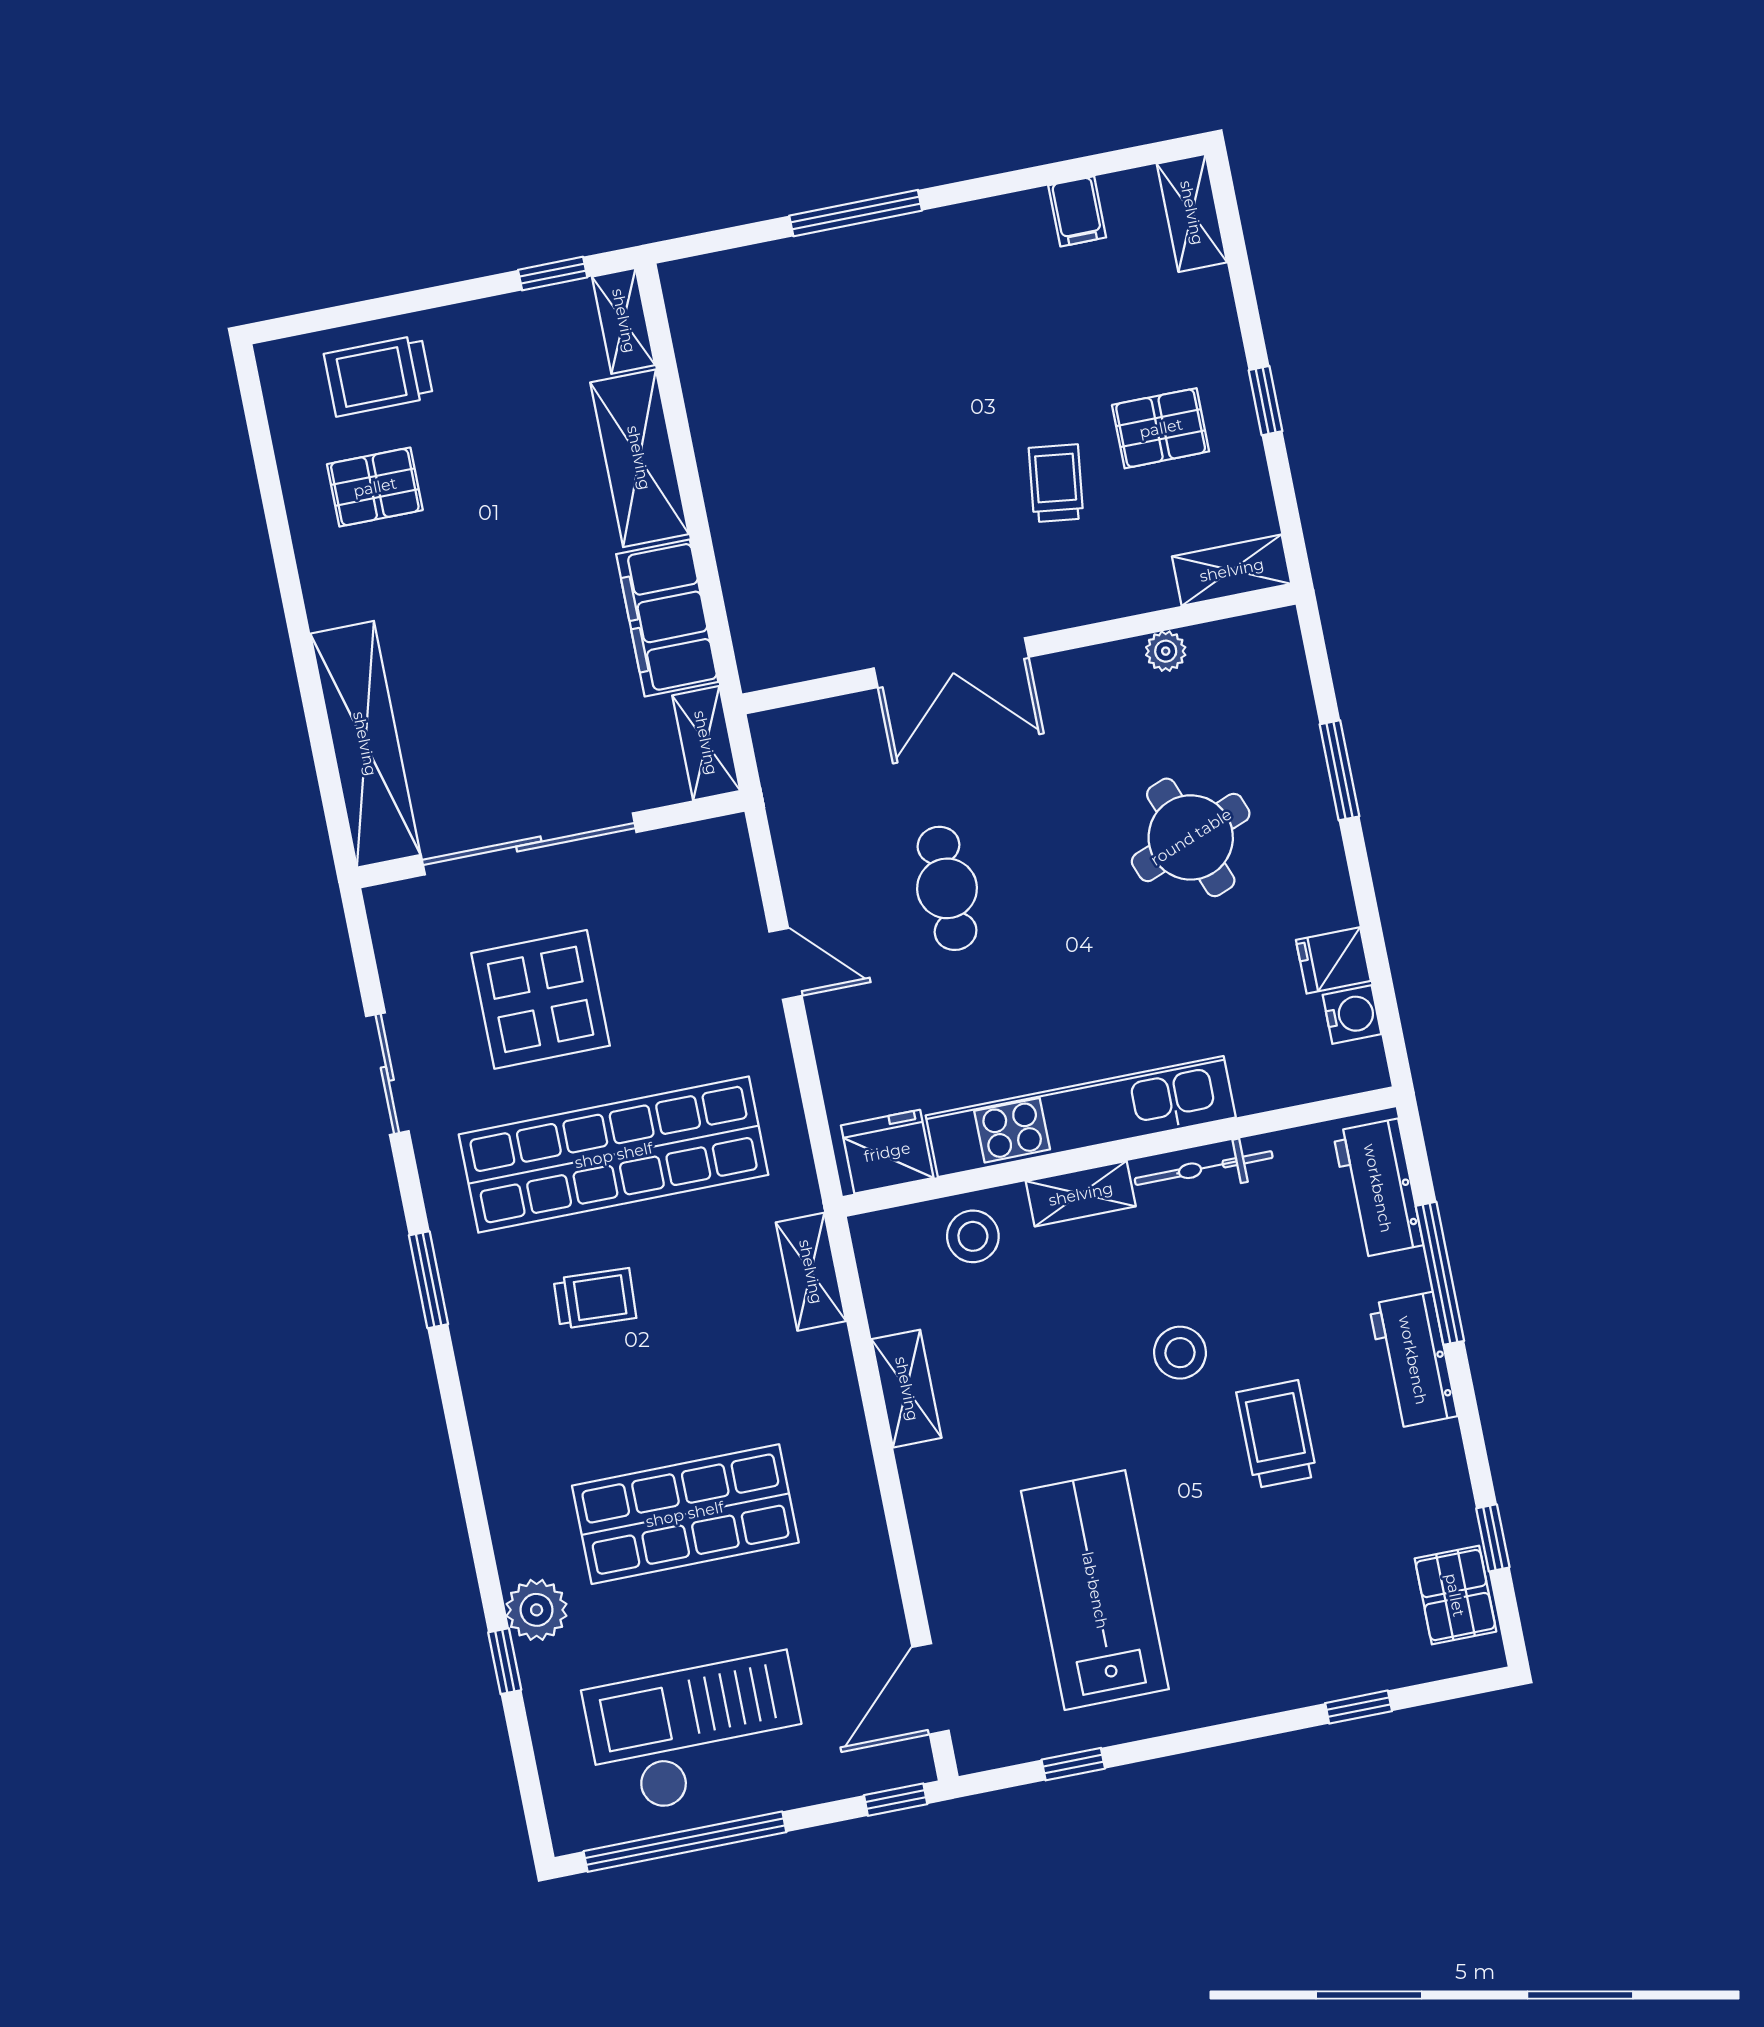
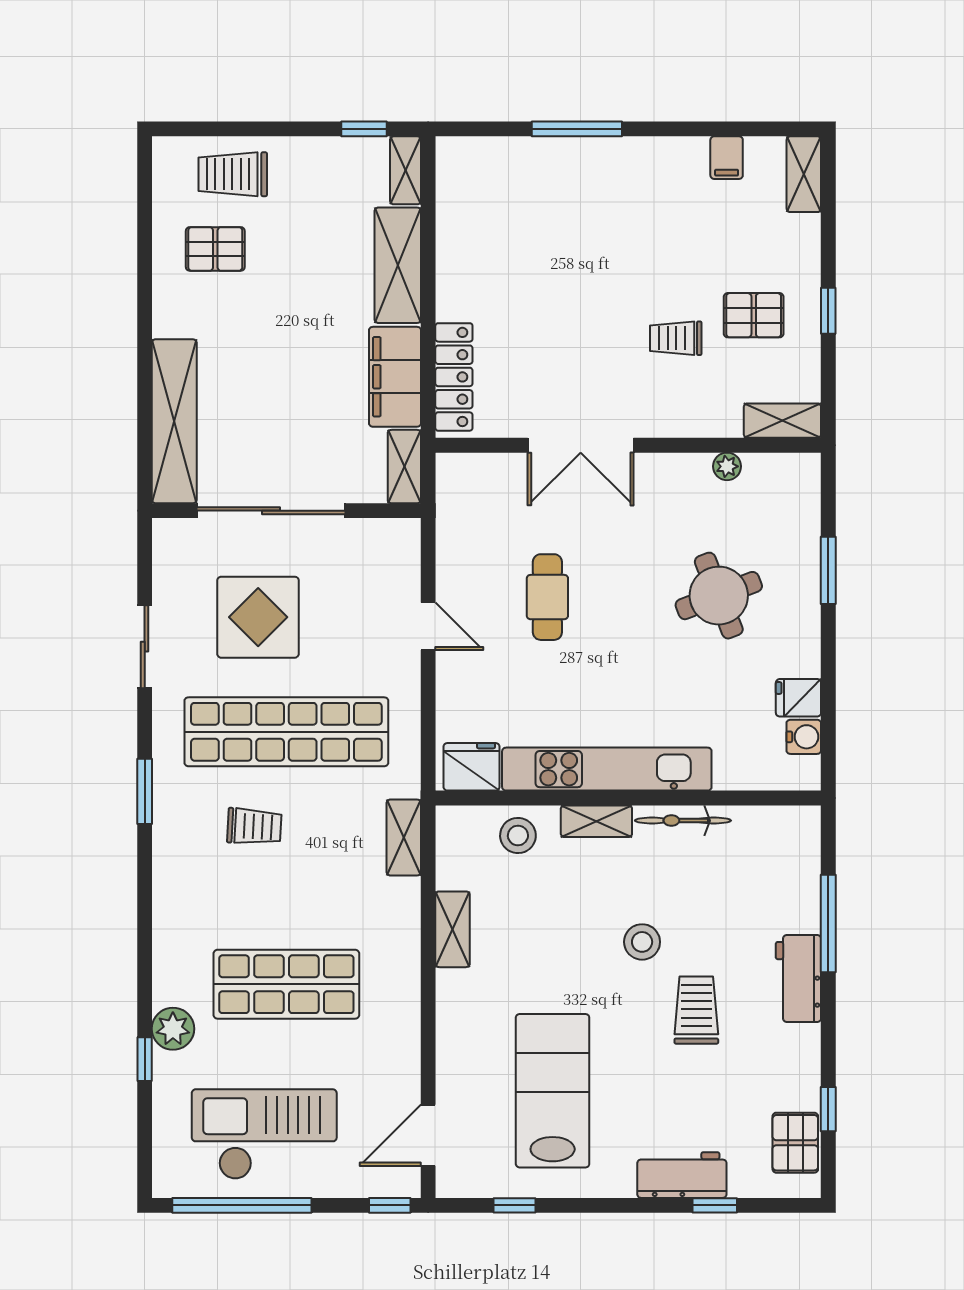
trolley: (1056, 483) -> (676, 338), turned -97
locker: (751, 601) -> (454, 377), added
workbench: (1378, 1188) -> (682, 1175), moved, turned 90

